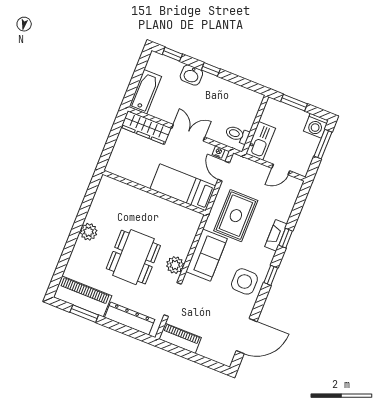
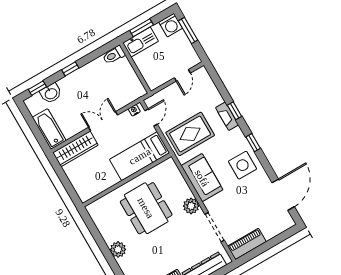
washbasin: (191, 75) -> (51, 93), moved
toilet: (237, 134) -> (114, 55), moved
kitchen sink: (261, 141) -> (141, 42), moved, turned 90
door: (224, 171) -> (151, 117), swing flipped
rug: (236, 216) -> (190, 134), turned 90
dining table: (133, 257) -> (146, 208), moved

